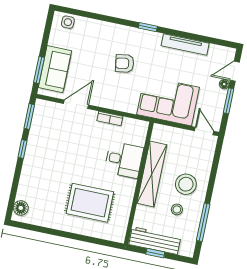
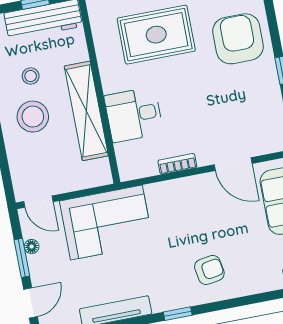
armchair: (125, 63) -> (209, 270), moved
floor lamp: (224, 84) -> (32, 247), moved
door: (76, 104) -> (233, 164), hinge flipped
armchair: (41, 179) -> (238, 39), added

